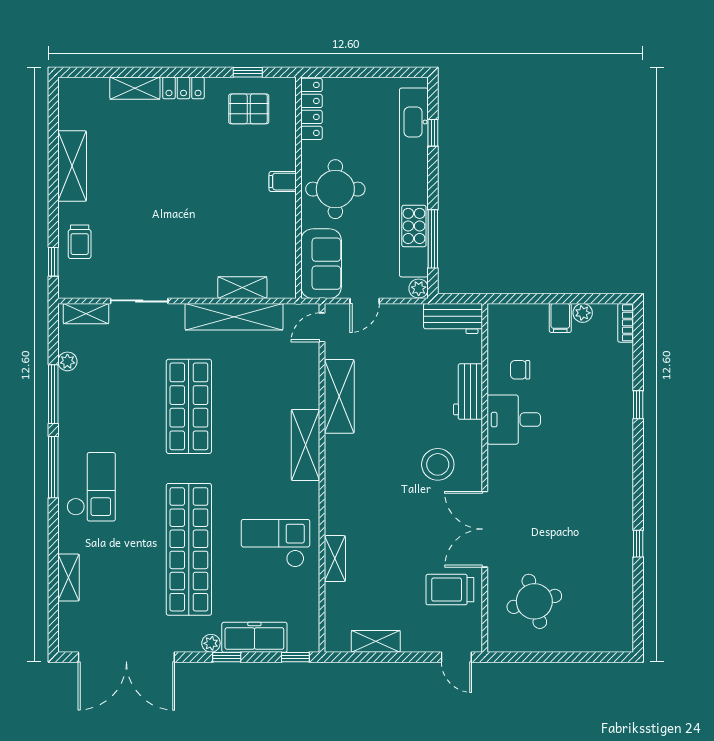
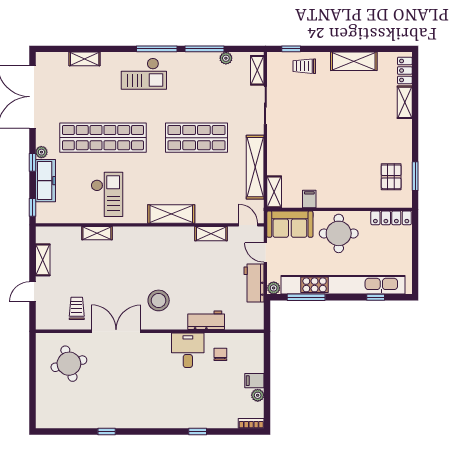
window: (248, 72) -> (415, 176), width x1.50
locker: (183, 88) -> (405, 70), moved
filing cabinet: (283, 182) -> (309, 199), moved
shelving: (242, 288) -> (274, 192), moved
workbench: (453, 319) -> (254, 283), moved
shelving: (339, 396) -> (211, 234), width x0.67, depth x0.75
trolley: (450, 590) -> (77, 308), width x0.73, depth x0.72
door: (456, 657) -> (32, 292), moved

